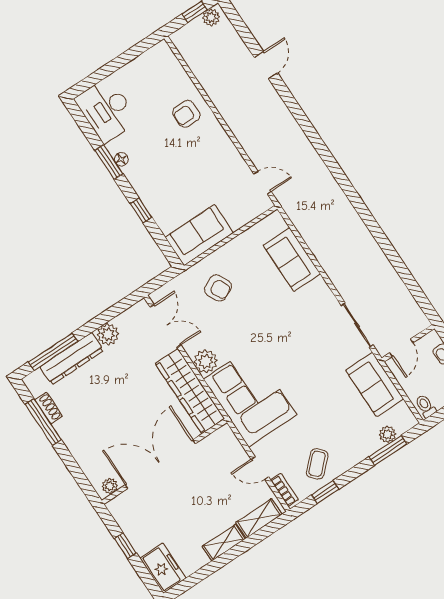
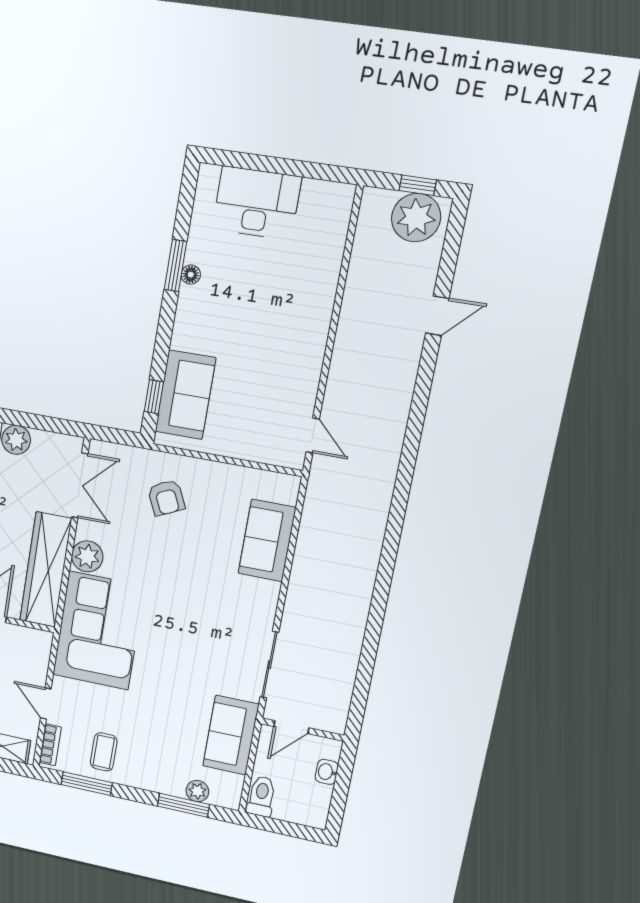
plant: (211, 17) -> (416, 218), width x1.88, depth x1.88
desk: (107, 110) -> (257, 203), moved, turned 90
armchair: (186, 114) -> (303, 289), removed
window: (141, 211) -> (154, 397), moved
sofa: (199, 235) -> (185, 395), moved, turned 90
toilet: (425, 406) -> (261, 796), width x1.37, depth x1.39
coffee table: (317, 464) -> (104, 752), turned -46
window: (325, 492) -> (87, 784), width x1.50

